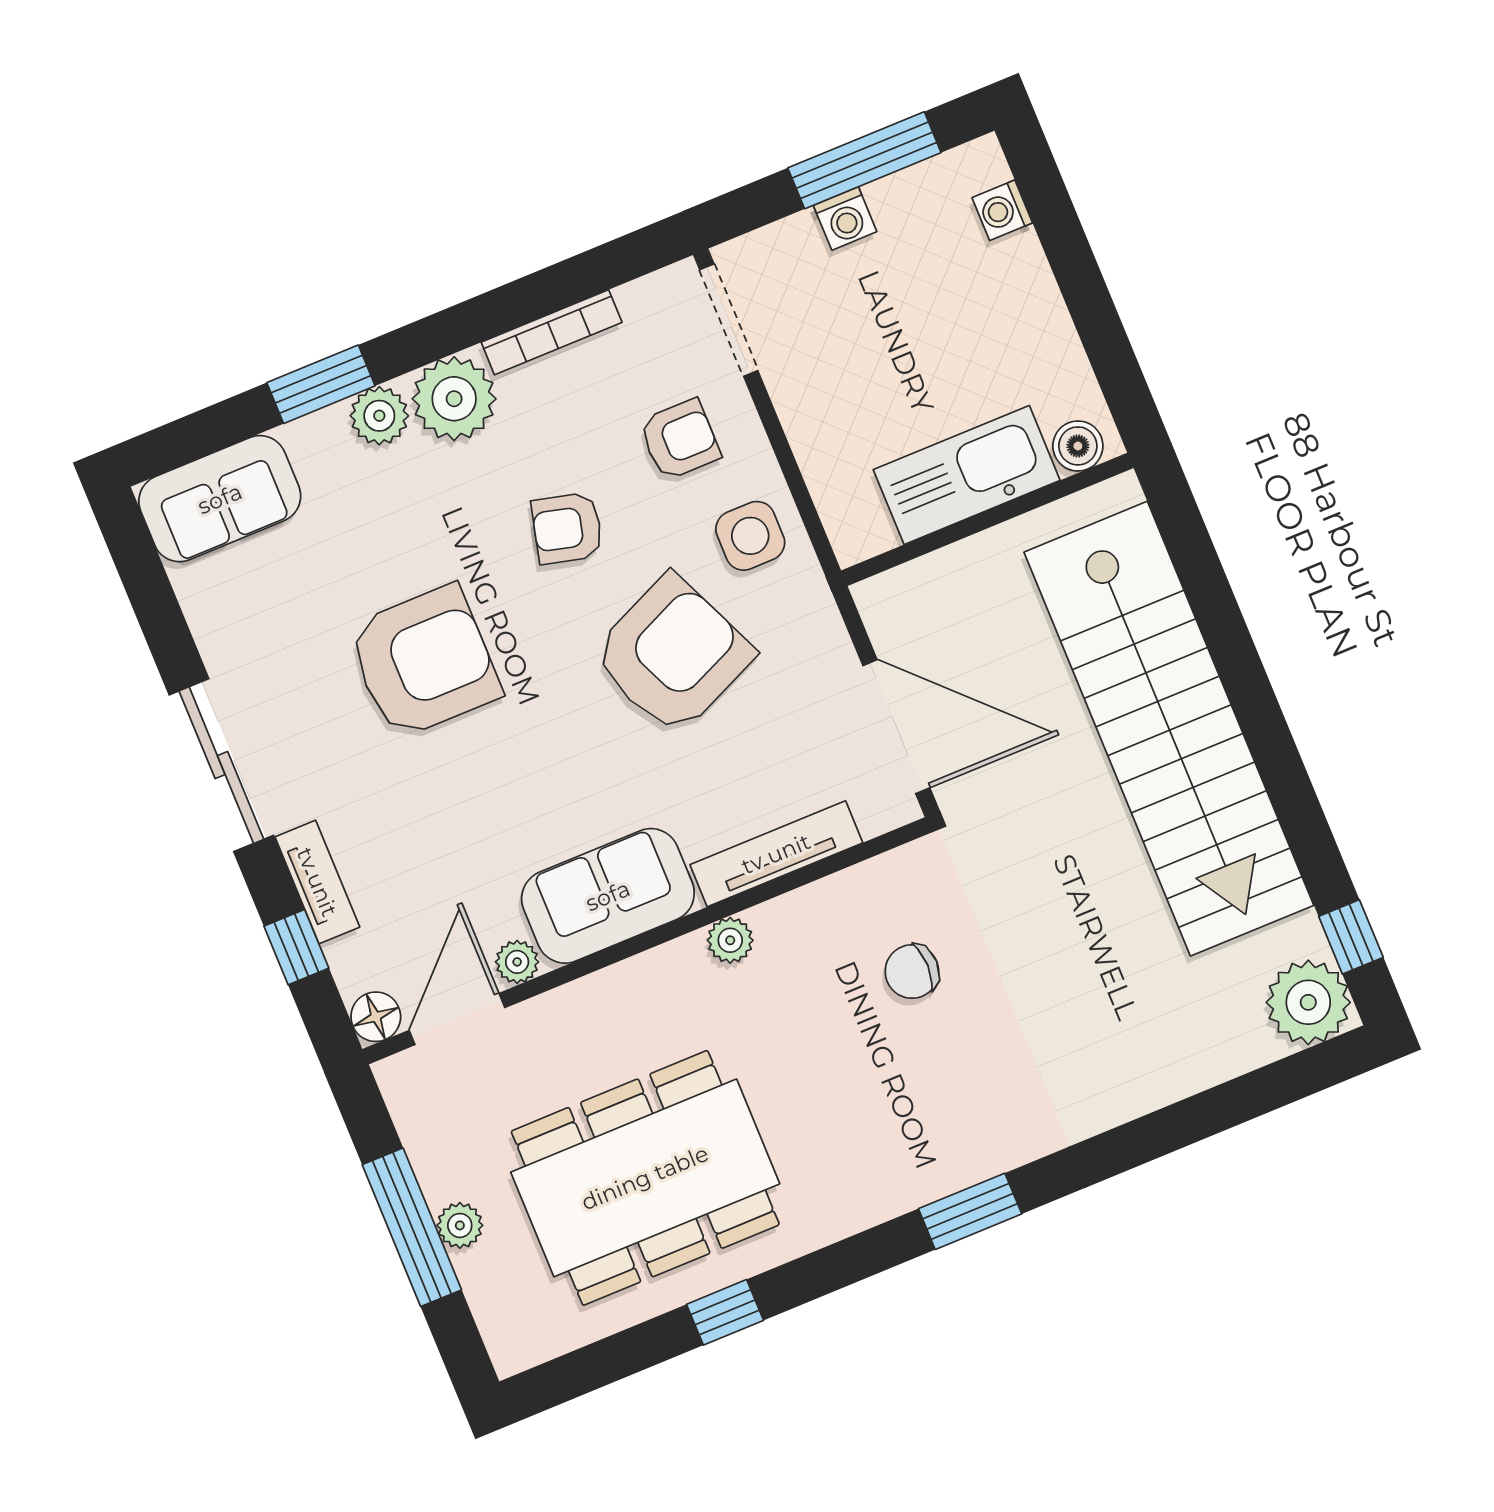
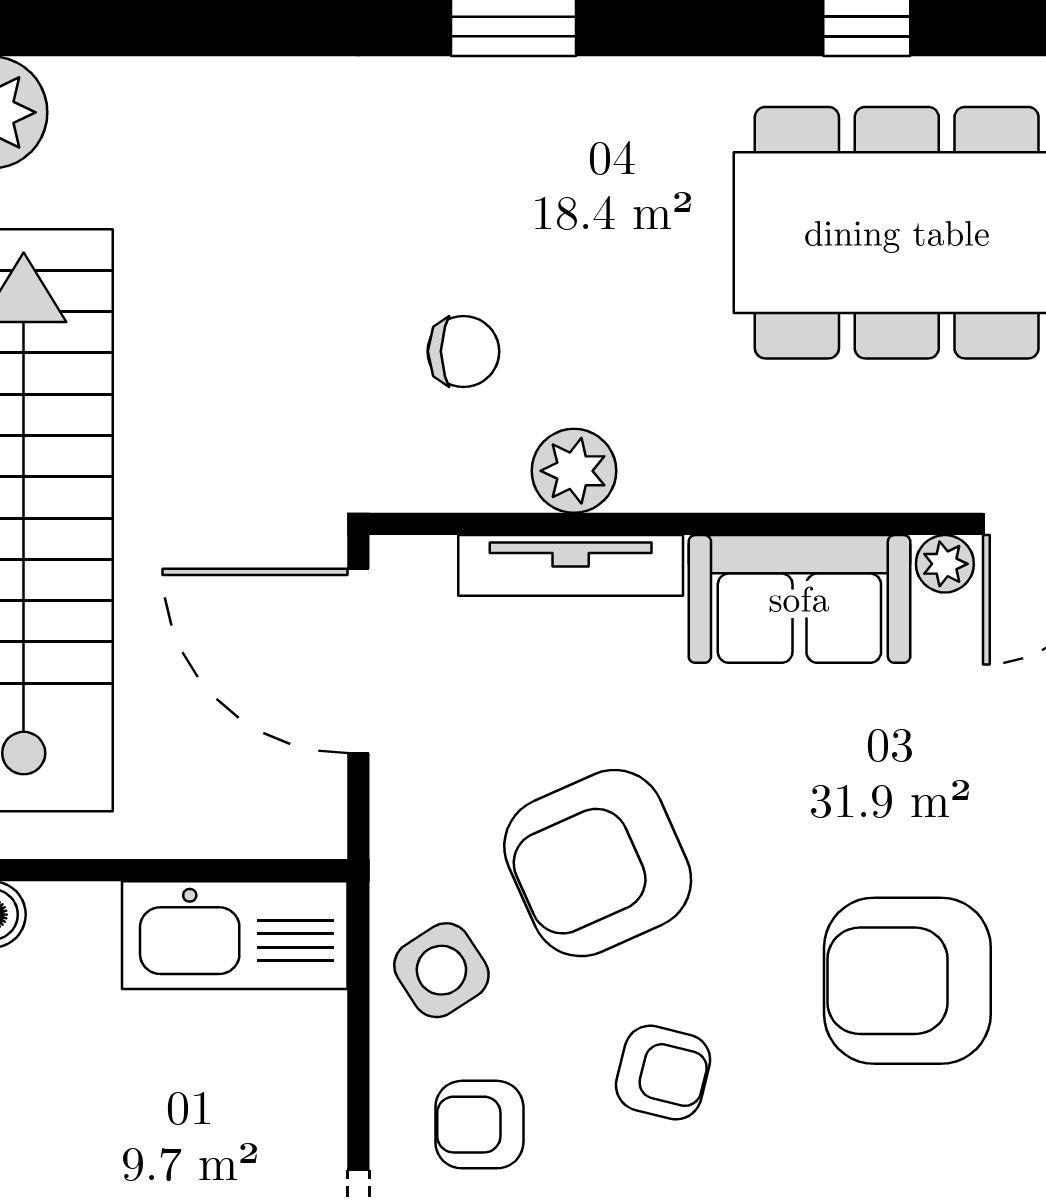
kitchen sink: (967, 475) -> (235, 935), moved
side table: (750, 536) -> (441, 970), turned -33
plant: (730, 940) -> (574, 471), moved, width x1.38, depth x1.38

